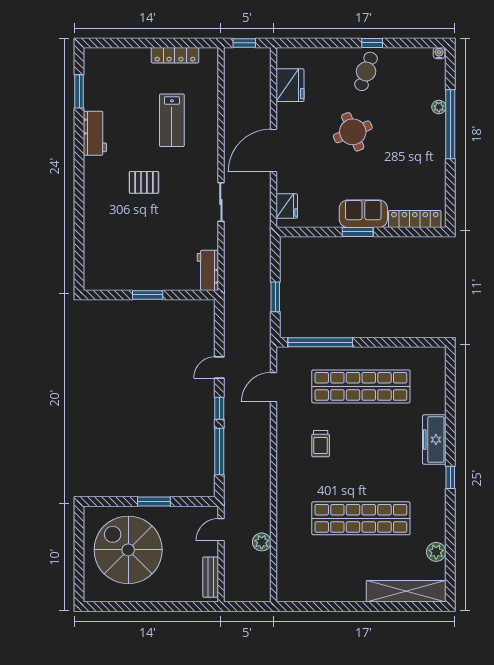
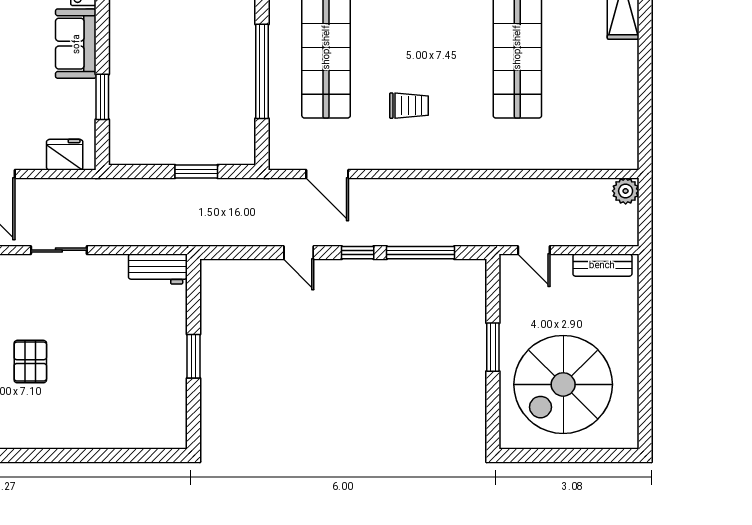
window: (358, 232) -> (102, 97), moved
window: (320, 342) -> (262, 71), moved
plant: (262, 542) -> (626, 191), moved

